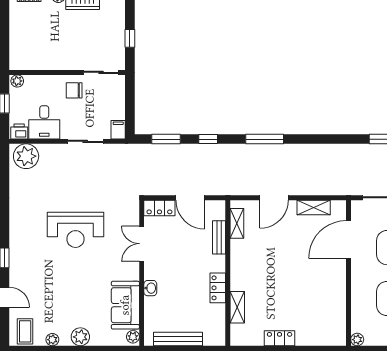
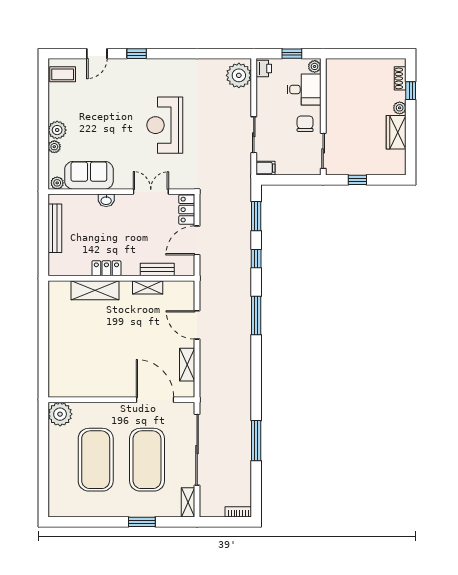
desk: (44, 122) -> (304, 90), moved, turned 180
shelving: (237, 223) -> (148, 287), moved
shelving: (237, 307) -> (95, 290), width x1.50, depth x1.33
locker: (280, 338) -> (56, 330), removed
plant: (52, 340) -> (54, 147), moved
plant: (357, 340) -> (60, 414), width x1.87, depth x1.87

